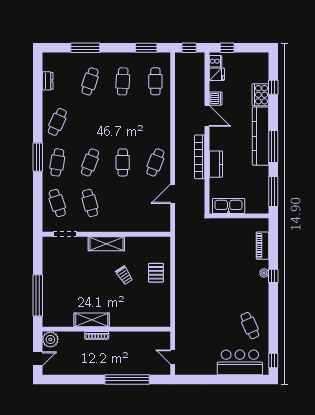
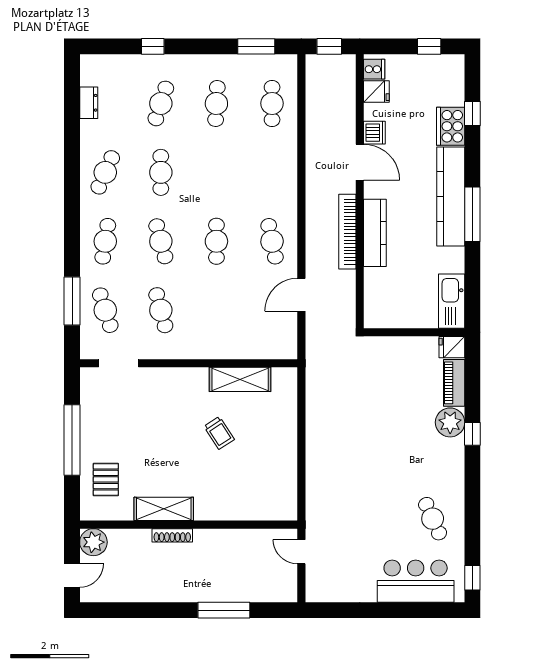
window: (85, 48) -> (153, 46), width x0.46
window: (227, 48) -> (429, 46), moved
cafe table: (90, 122) -> (161, 172), added
window: (38, 157) -> (72, 301), moved
cafe table: (90, 162) -> (161, 241), turned -36
cafe table: (155, 162) -> (272, 241), turned -33
kitchen counter: (216, 164) -> (375, 233), width x1.50
window: (273, 192) -> (472, 291), removed
kitchen sink: (229, 206) -> (452, 301), moved, turned -90
fridge: (261, 225) -> (452, 347), added
shelving: (106, 244) -> (240, 379), moved
pallet: (156, 273) -> (106, 479), moved
plant: (264, 273) -> (450, 422), width x1.88, depth x1.88
window: (38, 295) -> (72, 440), moved
door: (173, 357) -> (301, 552), moved
window: (127, 379) -> (224, 610), width x0.68

